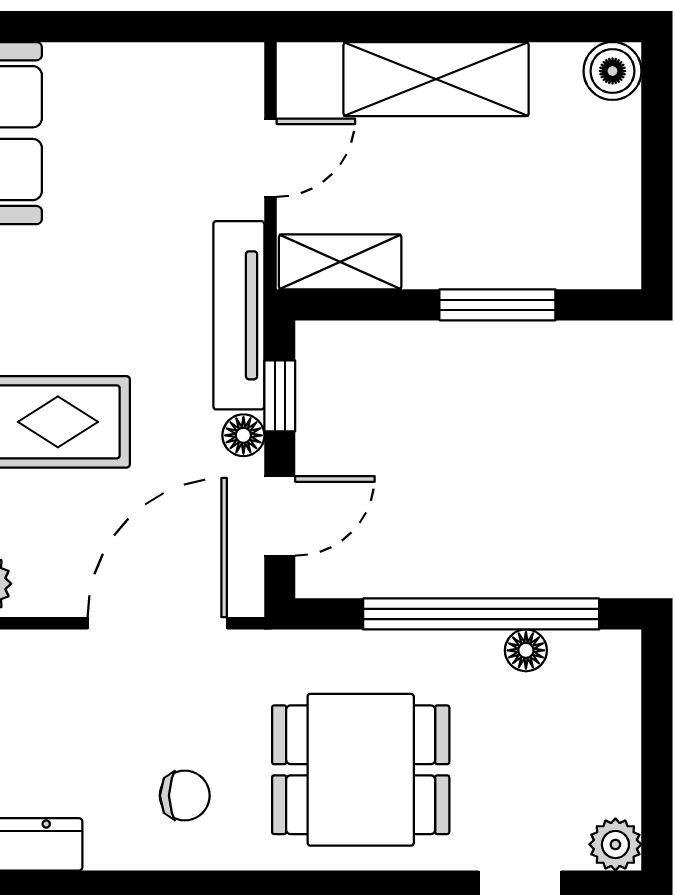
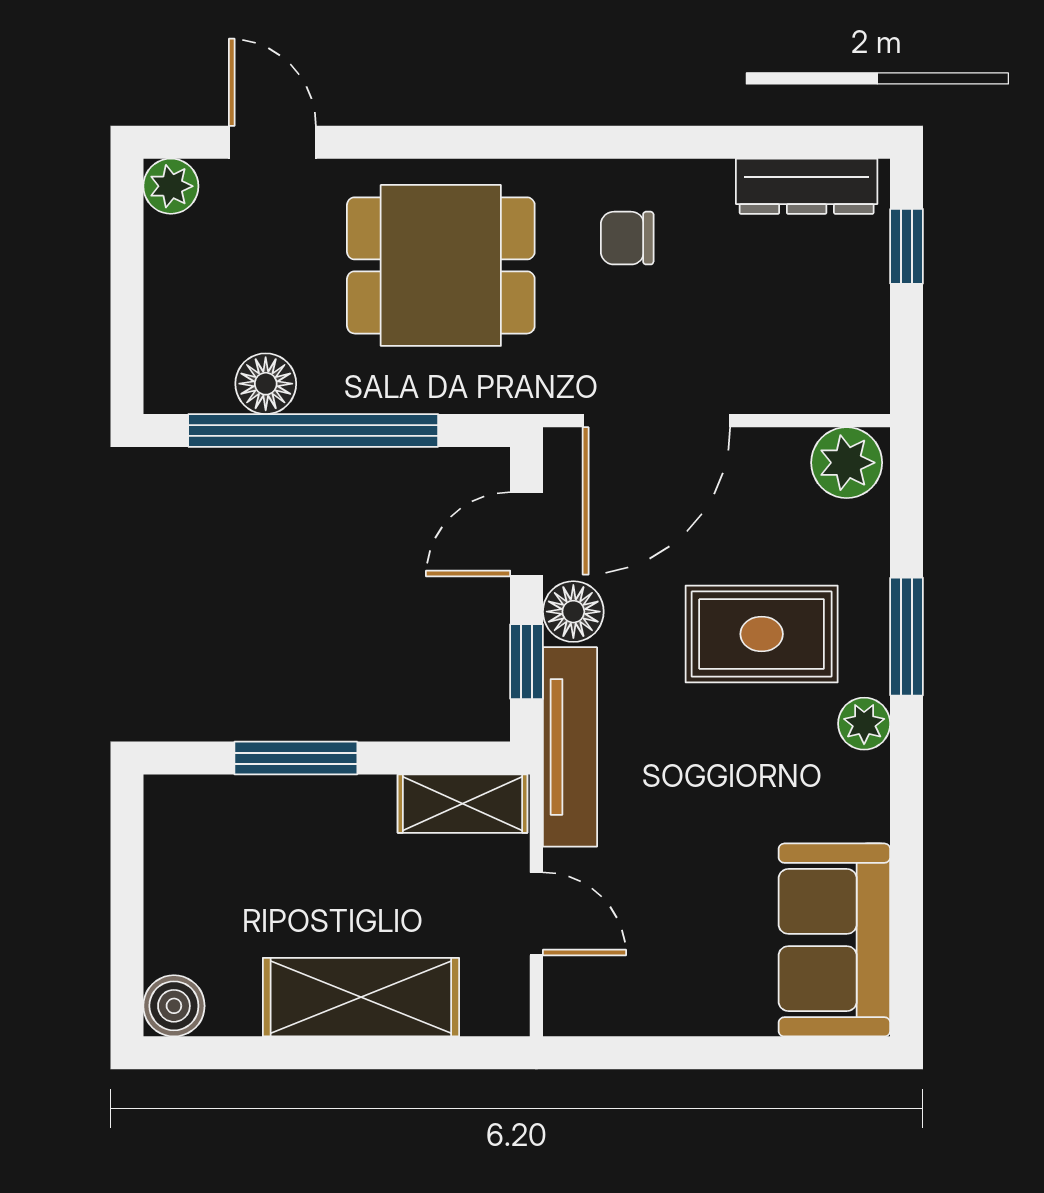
door: (270, 158) -> (536, 914), swing flipped
floor lamp: (243, 435) -> (573, 612), width x1.37, depth x1.37
floor lamp: (526, 650) -> (266, 384), width x1.37, depth x1.37

